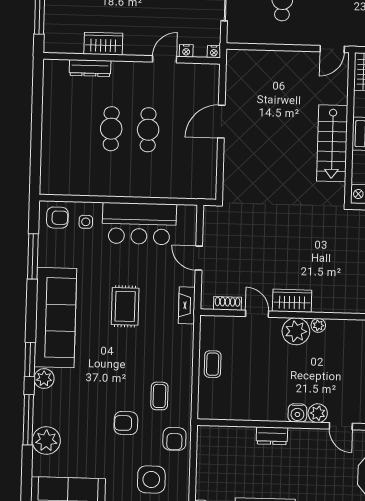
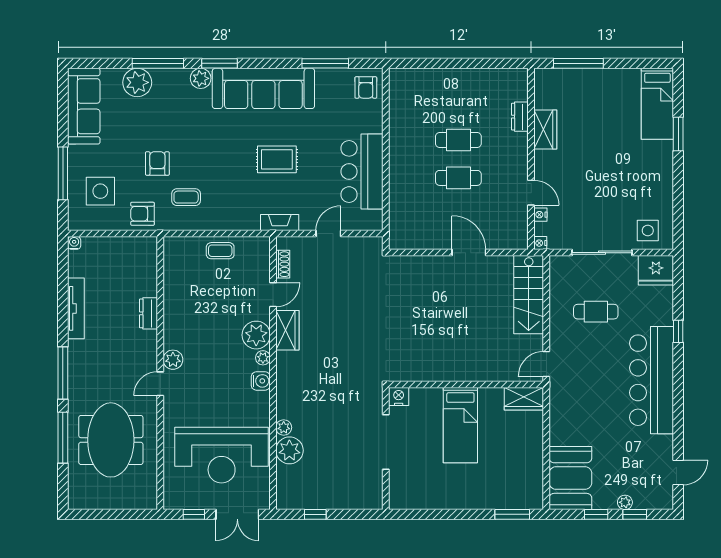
door: (332, 49) -> (546, 364), hinge flipped
dresser: (90, 68) -> (520, 117), width x0.70
stairs: (332, 143) -> (529, 295), moved, turned -90
side table: (86, 222) -> (362, 117), removed
water cooler: (297, 413) -> (261, 381), moved, turned 180

